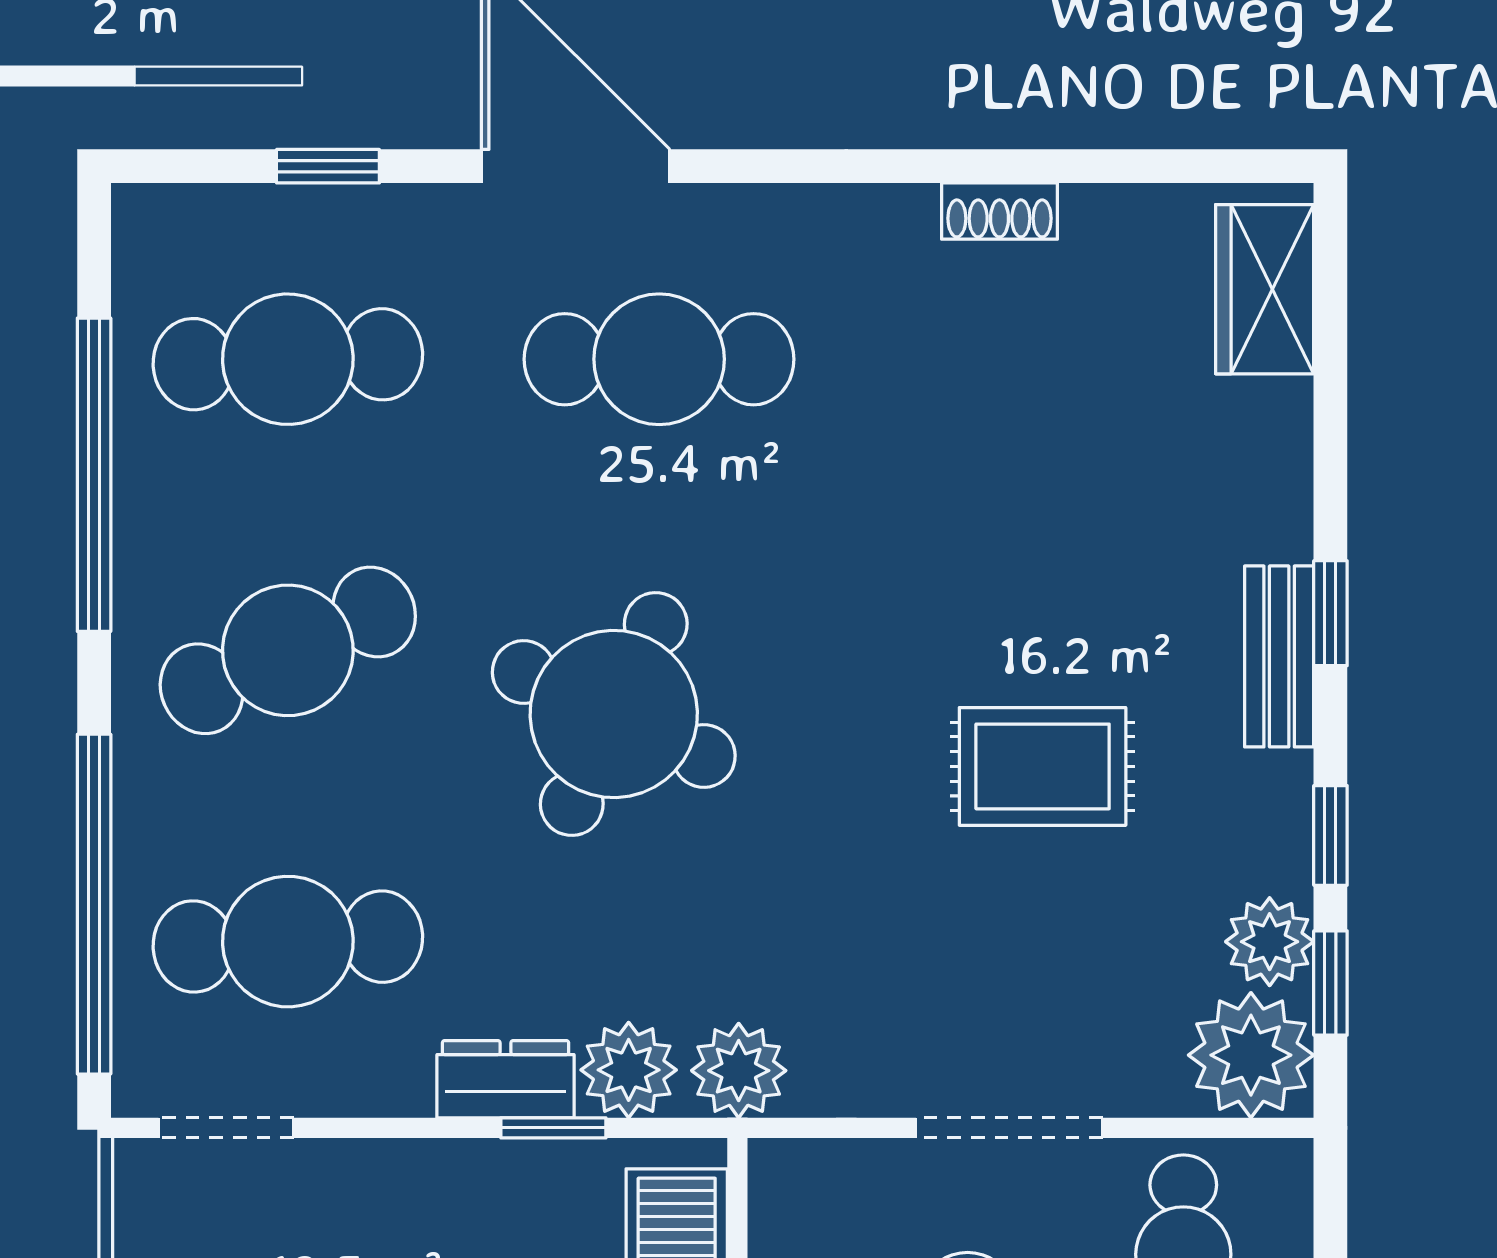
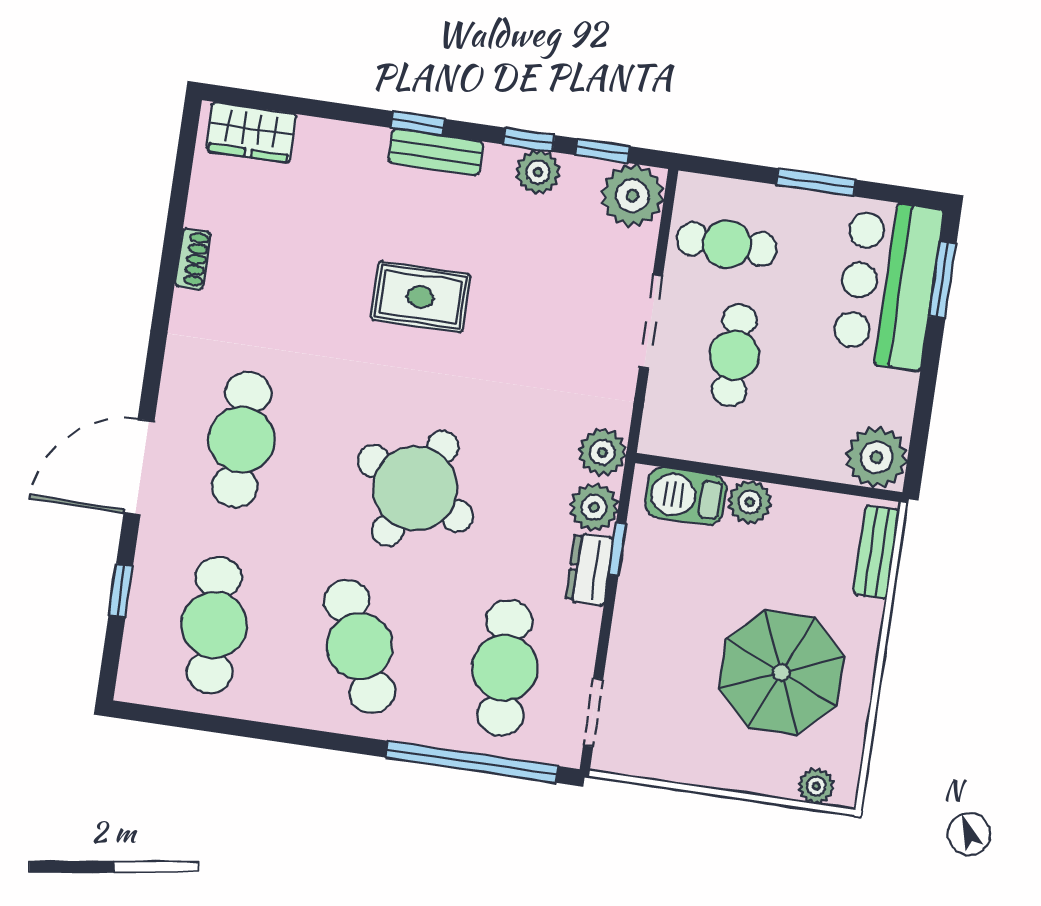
window: (94, 475) -> (258, 730), removed
rug: (1043, 766) -> (420, 297), moved, turned 90
plant: (1270, 942) -> (538, 172), moved

